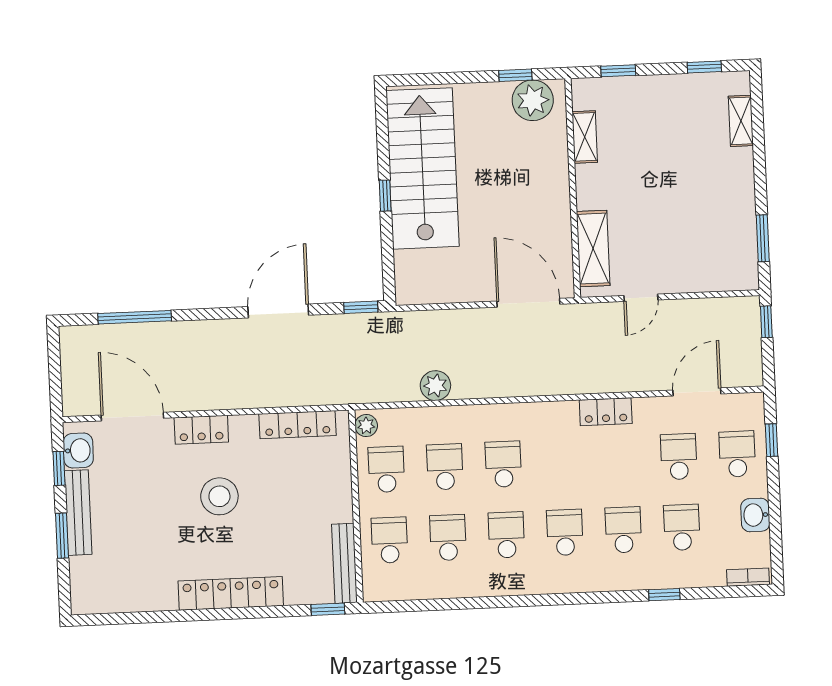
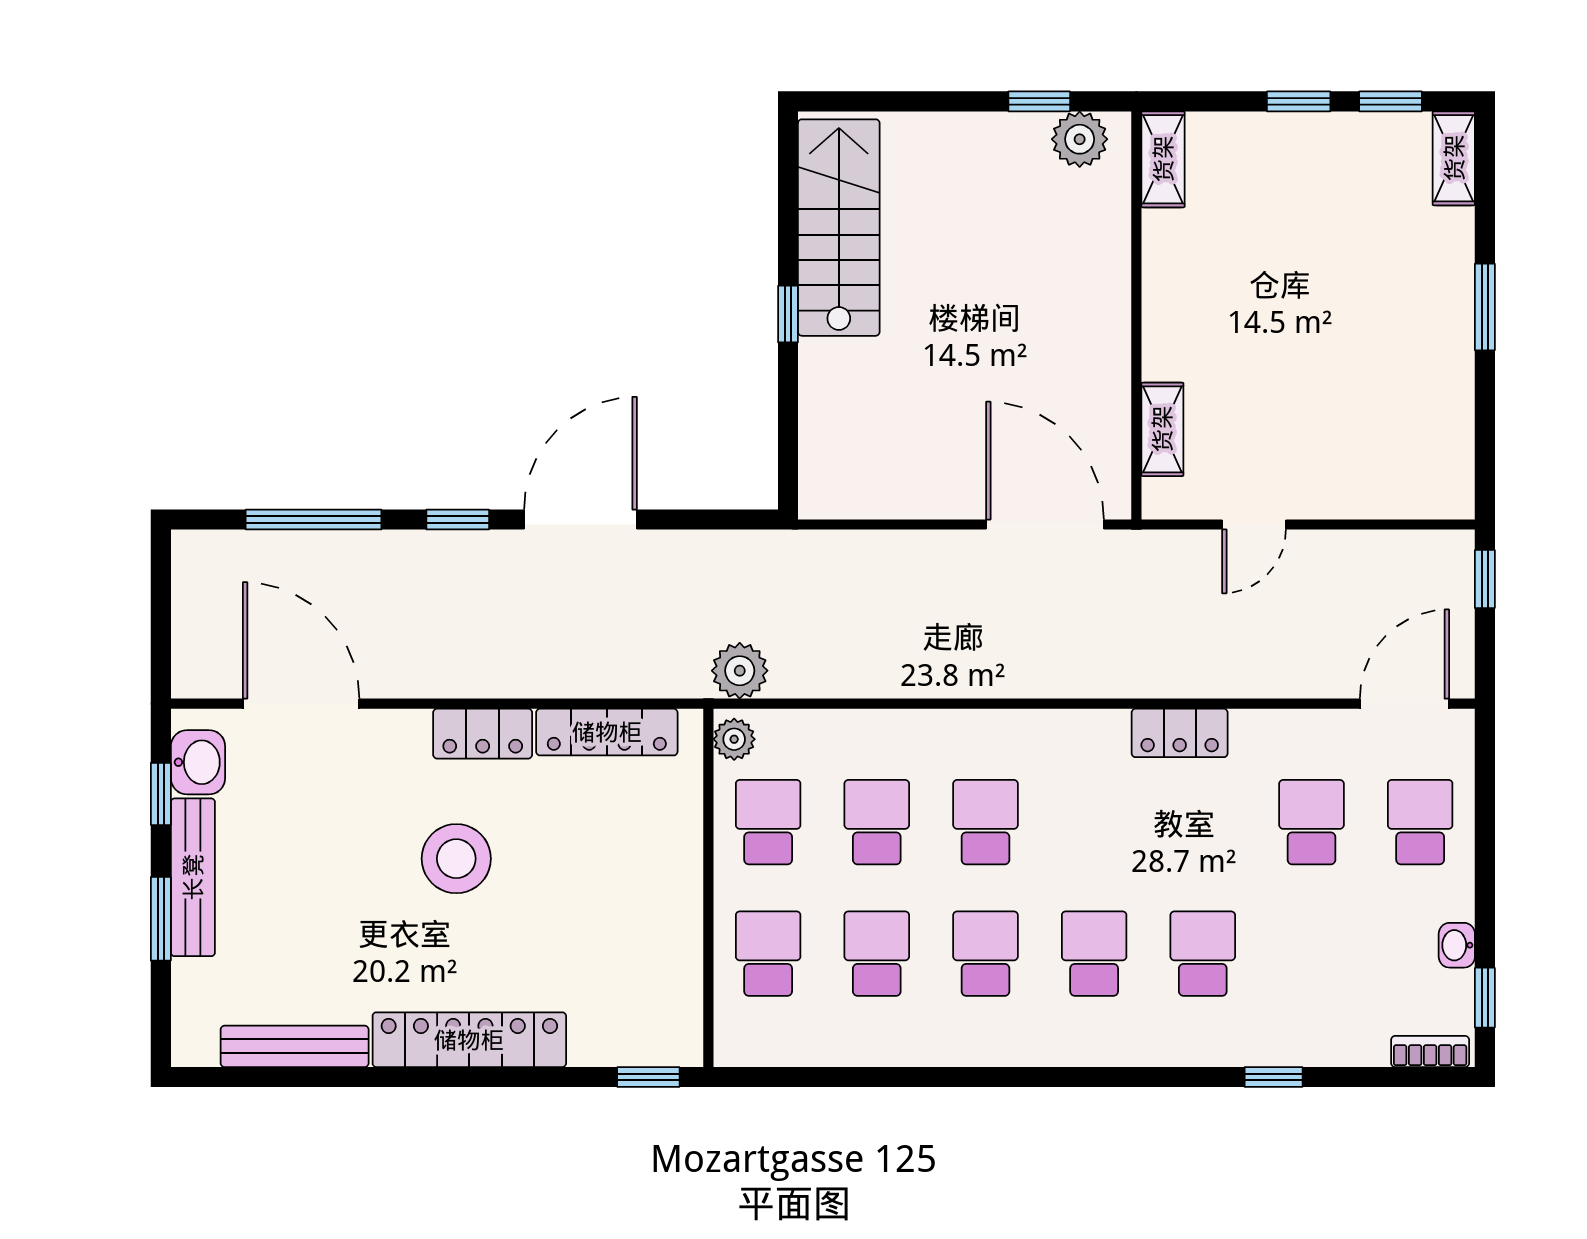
window: (618, 71) -> (1299, 101), moved
plant: (533, 100) -> (1080, 139), width x0.73, depth x0.73
shelving: (741, 121) -> (1454, 158), moved
shelving: (585, 137) -> (1163, 159), moved
stairs: (423, 168) -> (839, 228), width x0.73, depth x0.66
window: (763, 238) -> (1485, 307), moved
shelving: (593, 249) -> (1162, 429), width x0.67, depth x0.75
window: (361, 307) -> (458, 520), moved
plant: (435, 386) -> (740, 671), moved
door: (697, 392) -> (1404, 704), moved
locker: (201, 430) -> (483, 734), moved
window: (771, 440) -> (1485, 998), moved
washbasin: (755, 515) -> (1457, 945), width x0.72, depth x0.69
school desk: (682, 527) -> (1311, 954), removed
bench: (344, 563) -> (295, 1046), moved, turned 90

